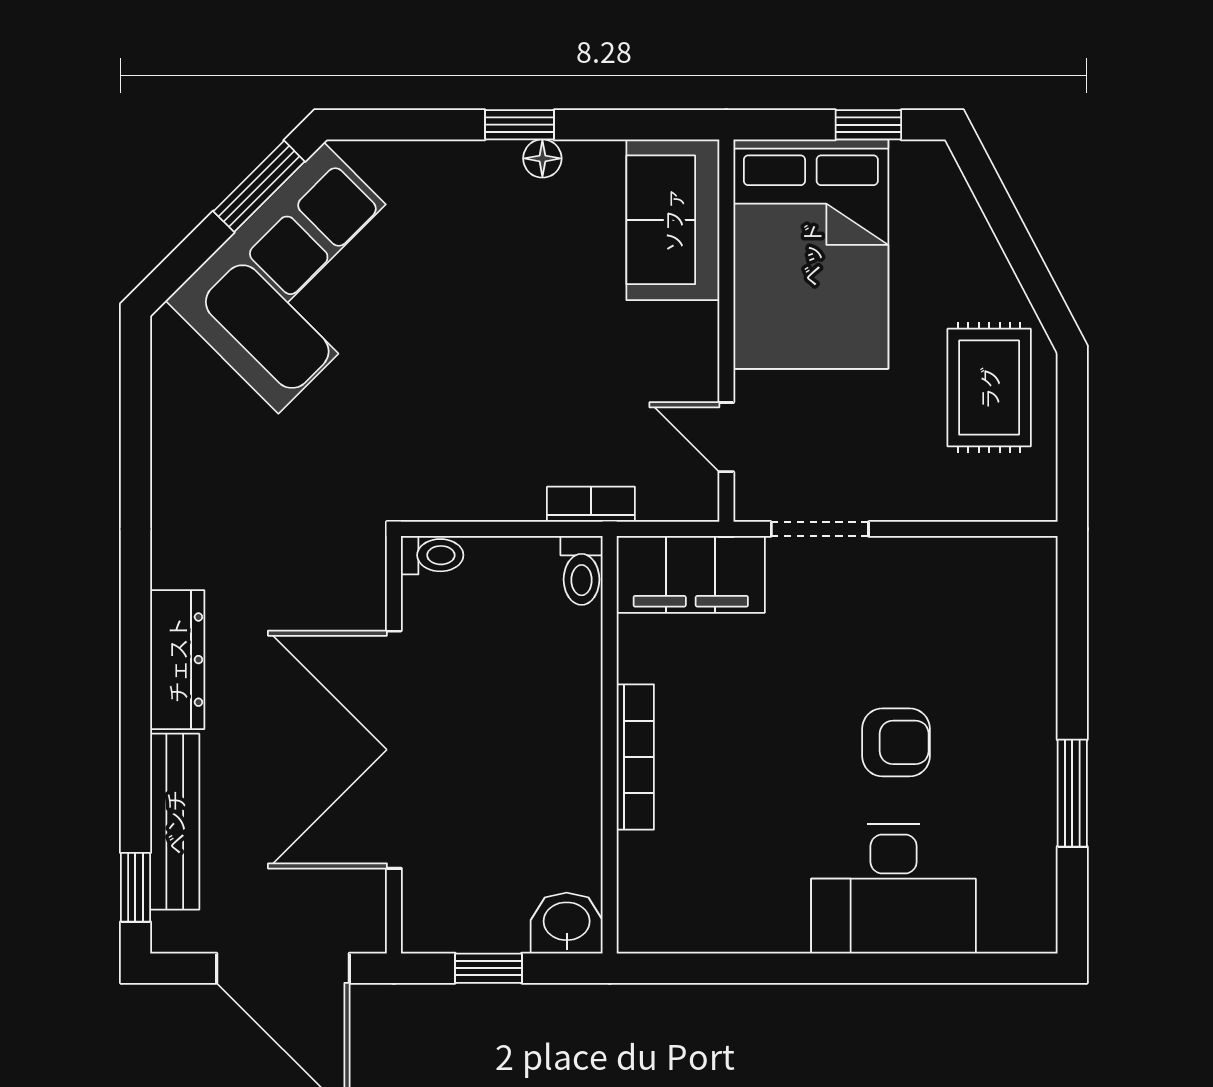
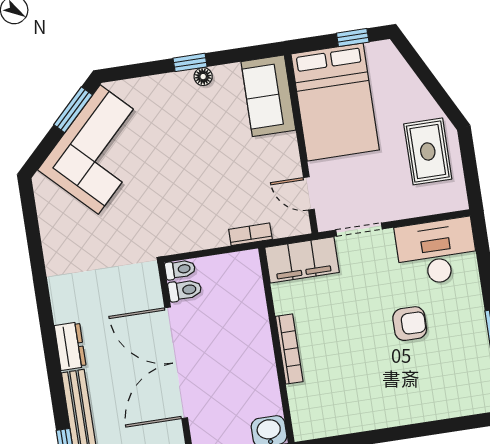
toilet: (582, 570) -> (185, 290), moved, turned -90
dresser: (177, 660) -> (70, 346), width x0.70
desk: (894, 889) -> (437, 252), moved, turned 180

